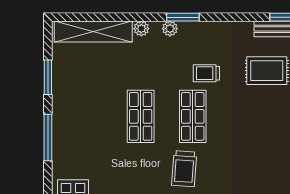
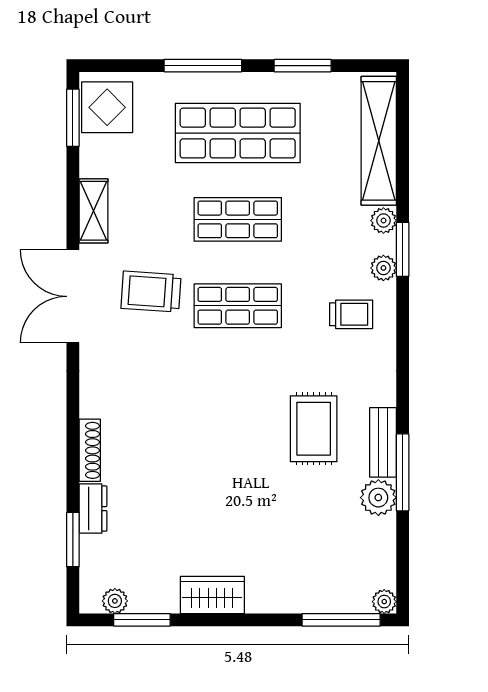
window: (183, 17) -> (403, 249), moved
trolley: (206, 73) -> (351, 314), moved, turned 90
shop shelf: (89, 116) -> (238, 133), added

